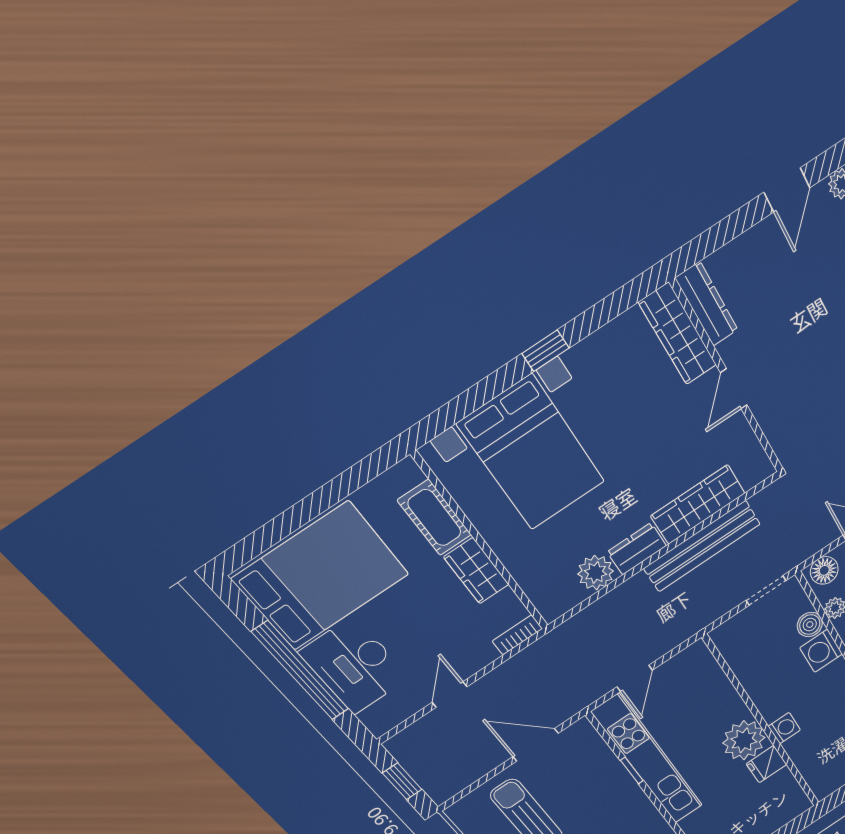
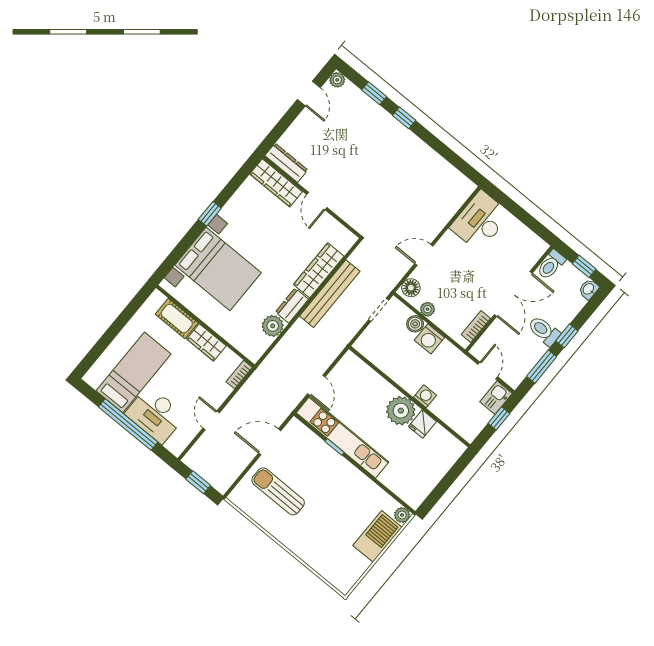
bed: (321, 576) -> (134, 372), width x0.67

